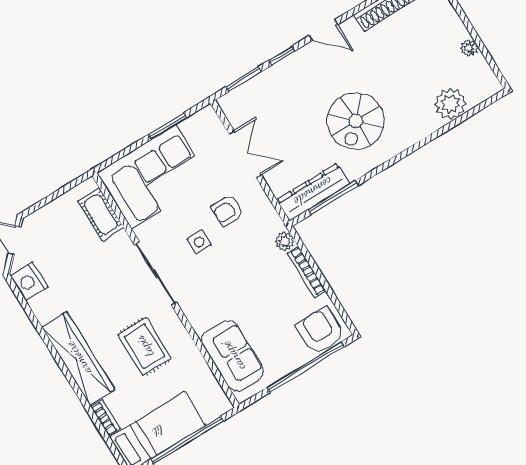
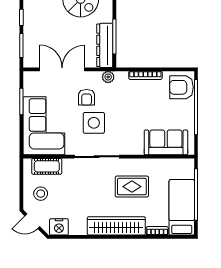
double door: (245, 154) -> (62, 69), width x1.37
stool: (59, 229) -> (41, 194), added
plant: (284, 241) -> (108, 77), moved
side table: (199, 242) -> (94, 123), width x1.87, depth x1.87

